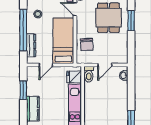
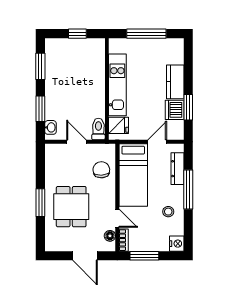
window: (23, 30) -> (188, 190), width x0.68
door: (105, 65) -> (76, 142), hinge flipped
dishwasher: (33, 88) -> (175, 110), added
window: (131, 89) -> (40, 109), added

